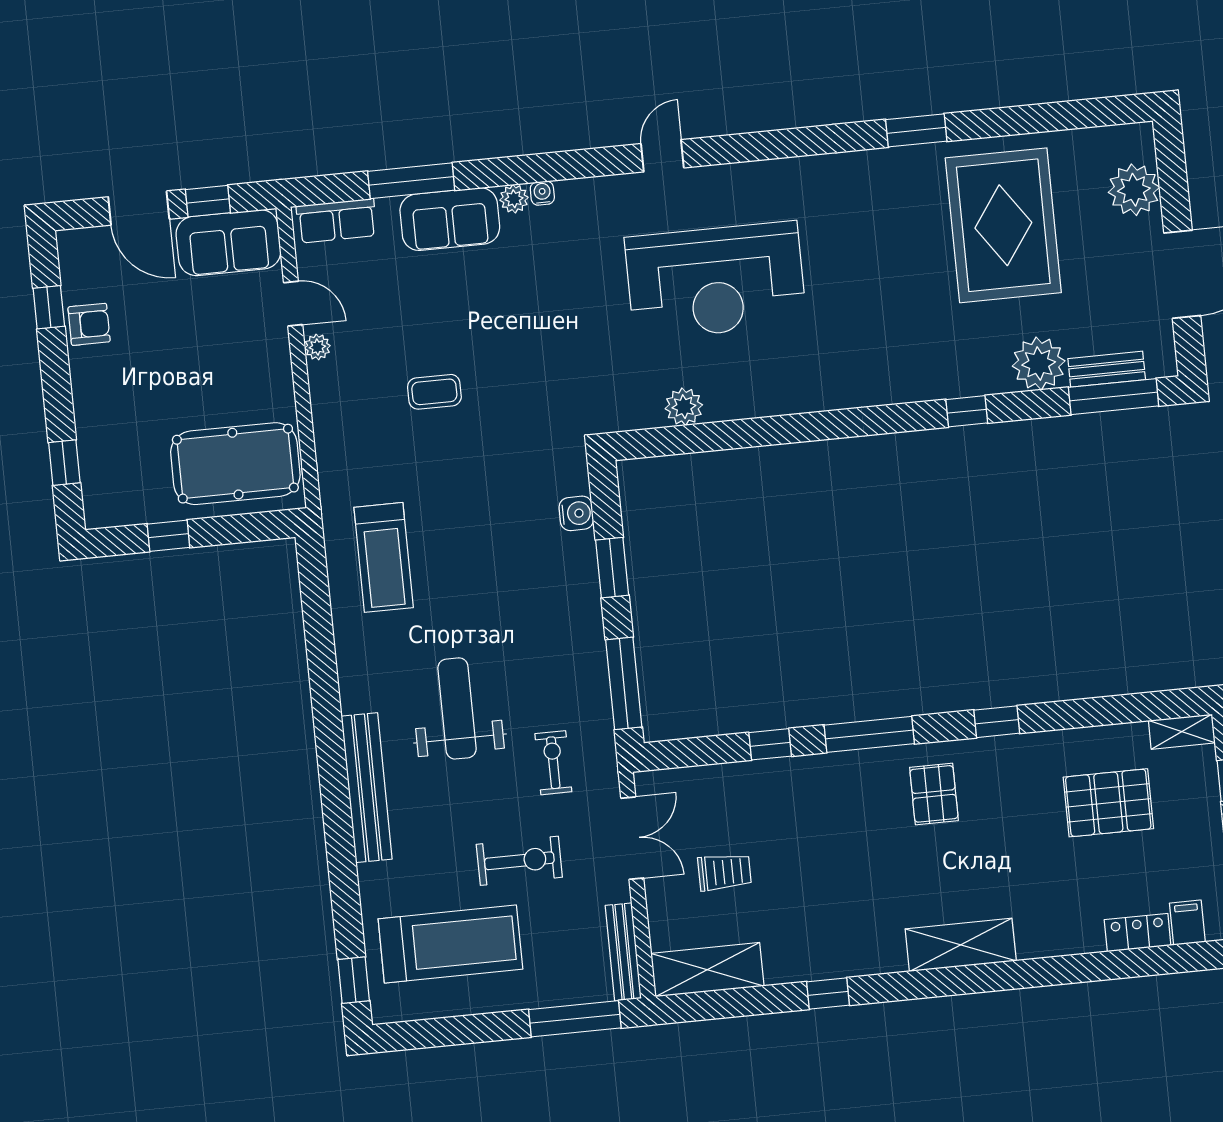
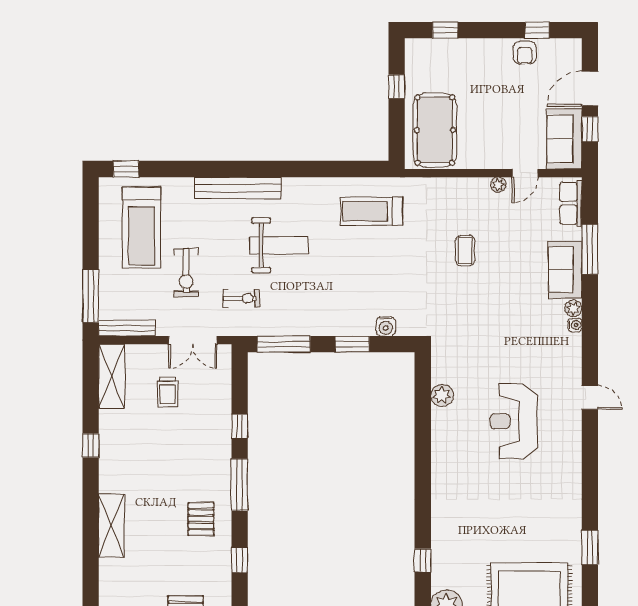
reception desk: (715, 281) -> (514, 421), width x0.74, depth x0.77
pallet: (934, 794) -> (201, 519), turned 90

